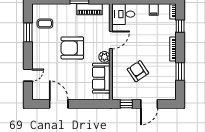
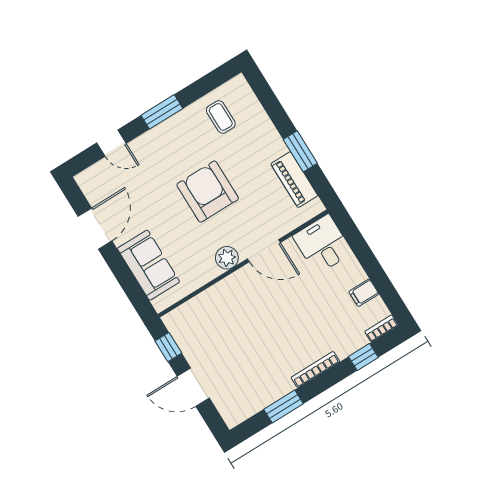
window: (28, 32) -> (162, 112), moved
armchair: (138, 71) -> (238, 332), removed
sofa: (101, 78) -> (148, 265), moved, turned 90

